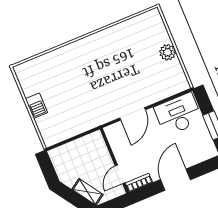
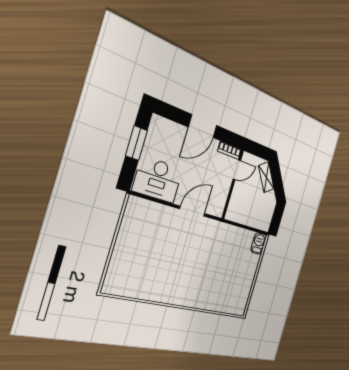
plant: (168, 52) -> (124, 243), removed
barbecue: (36, 106) -> (259, 243), moved

